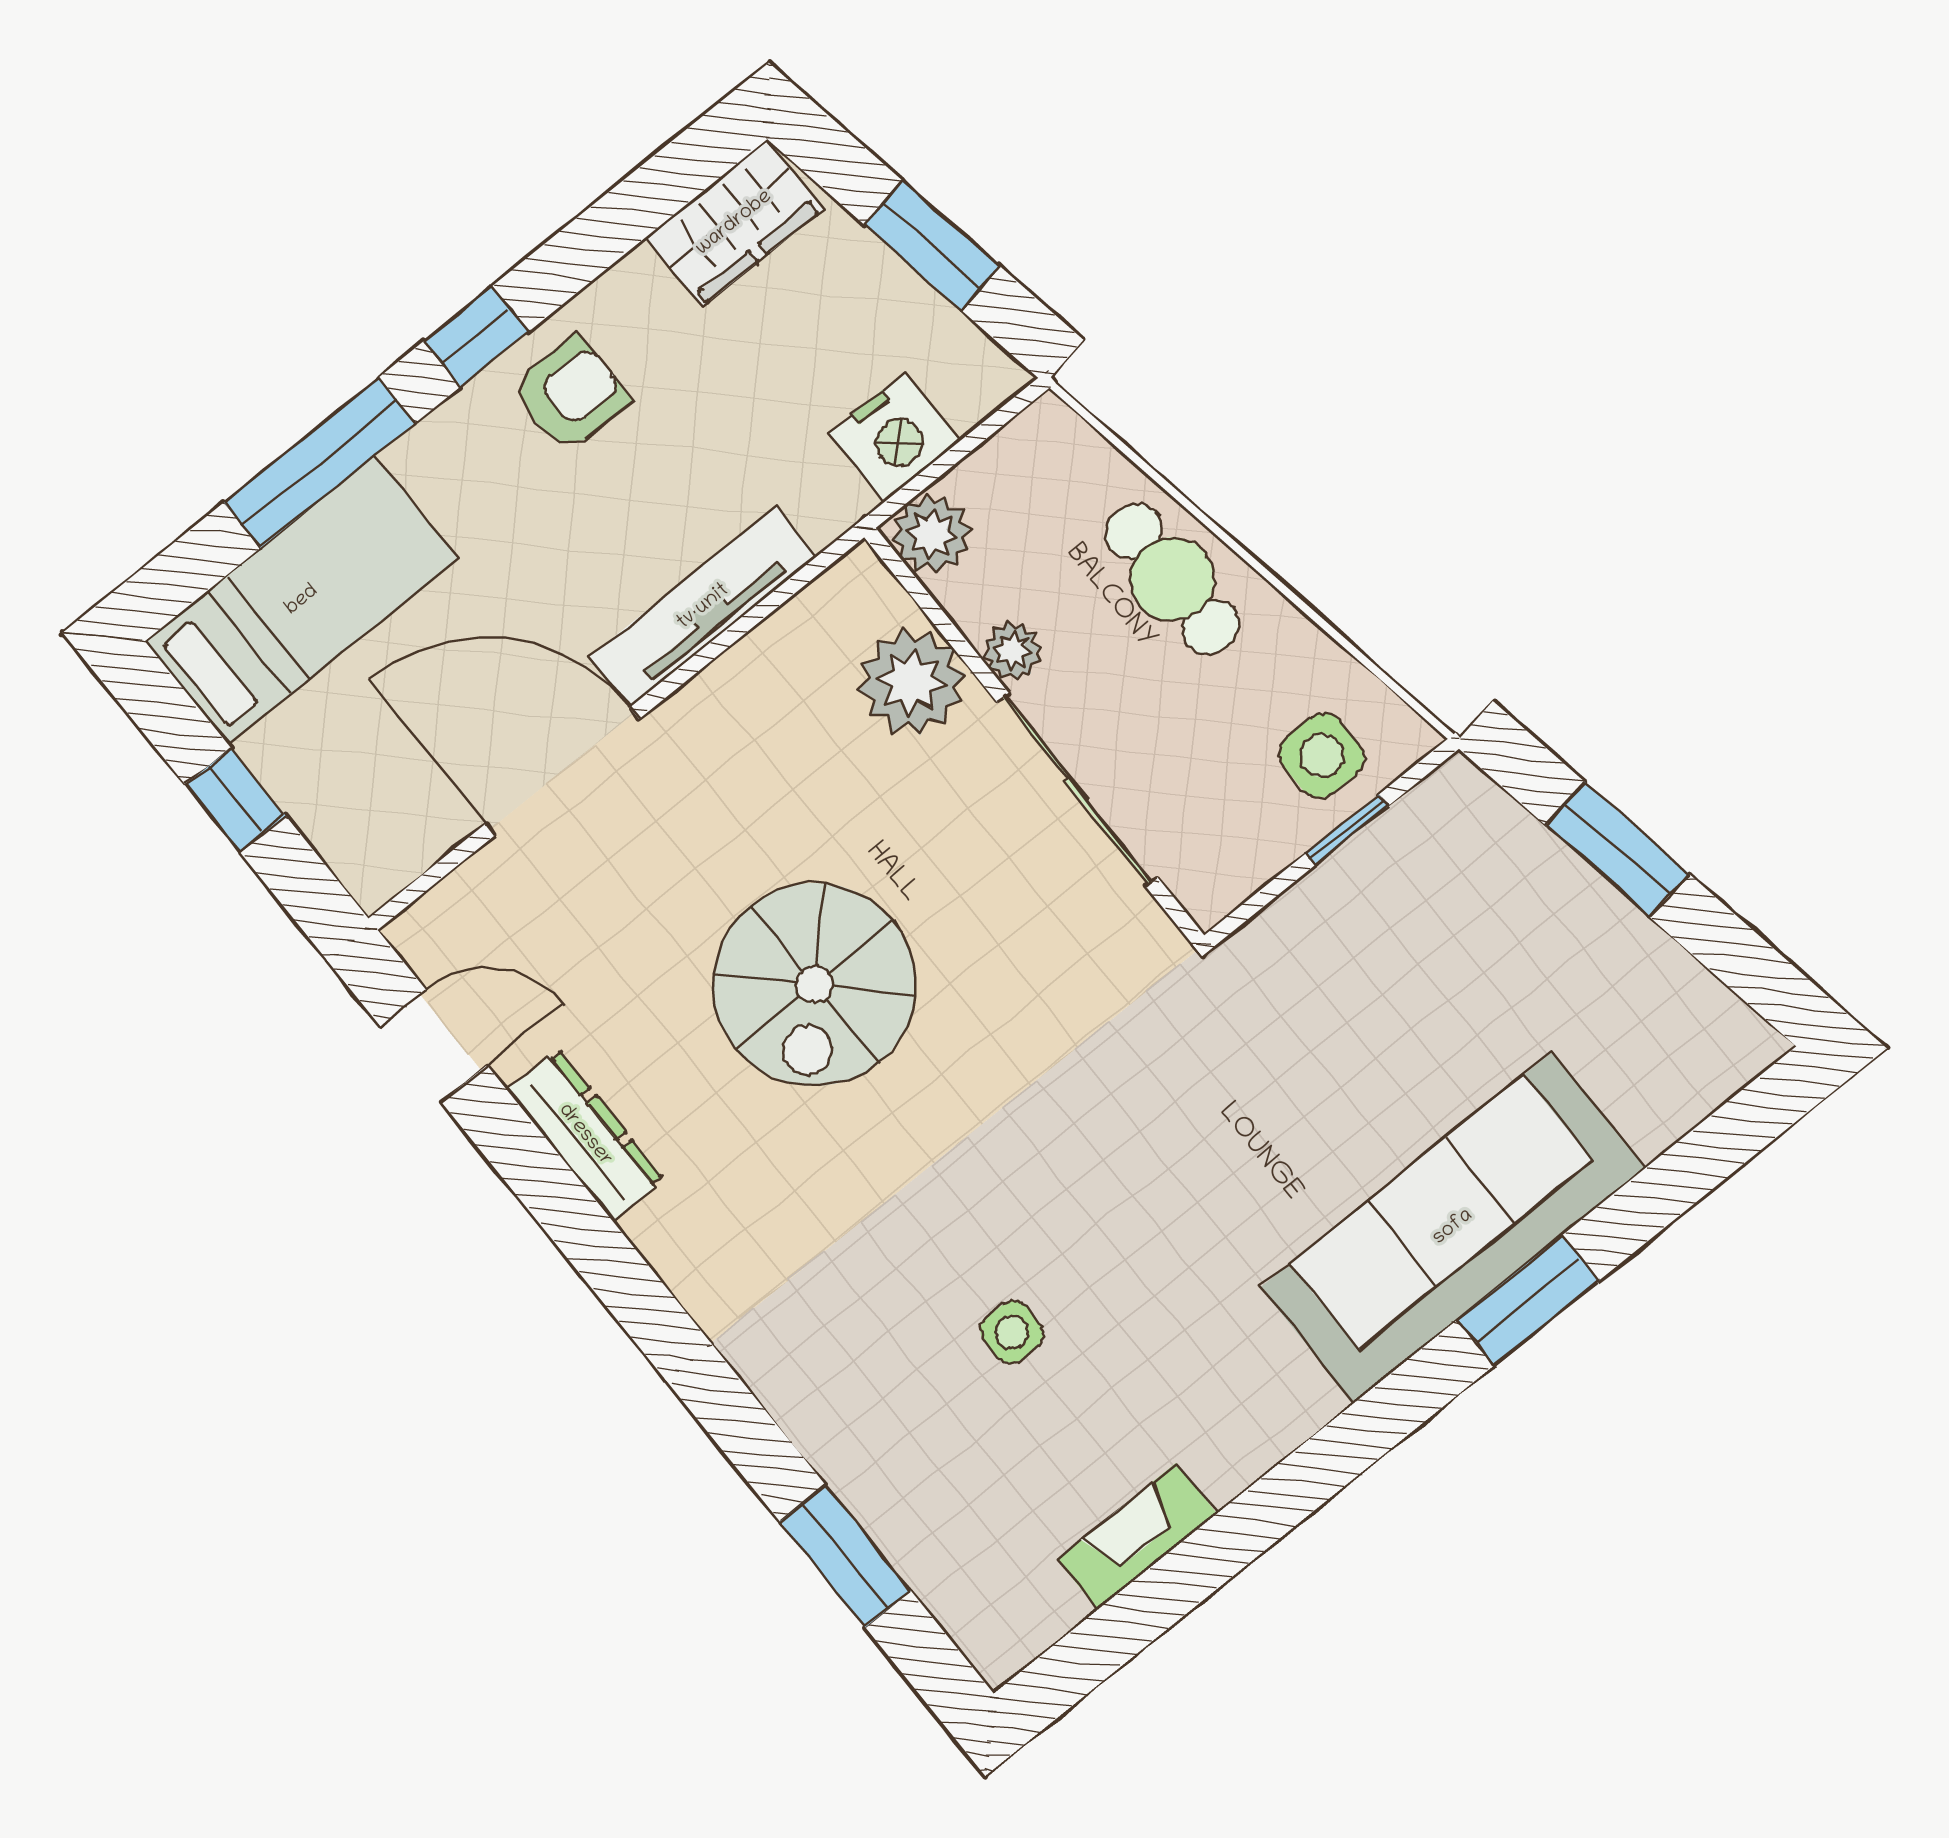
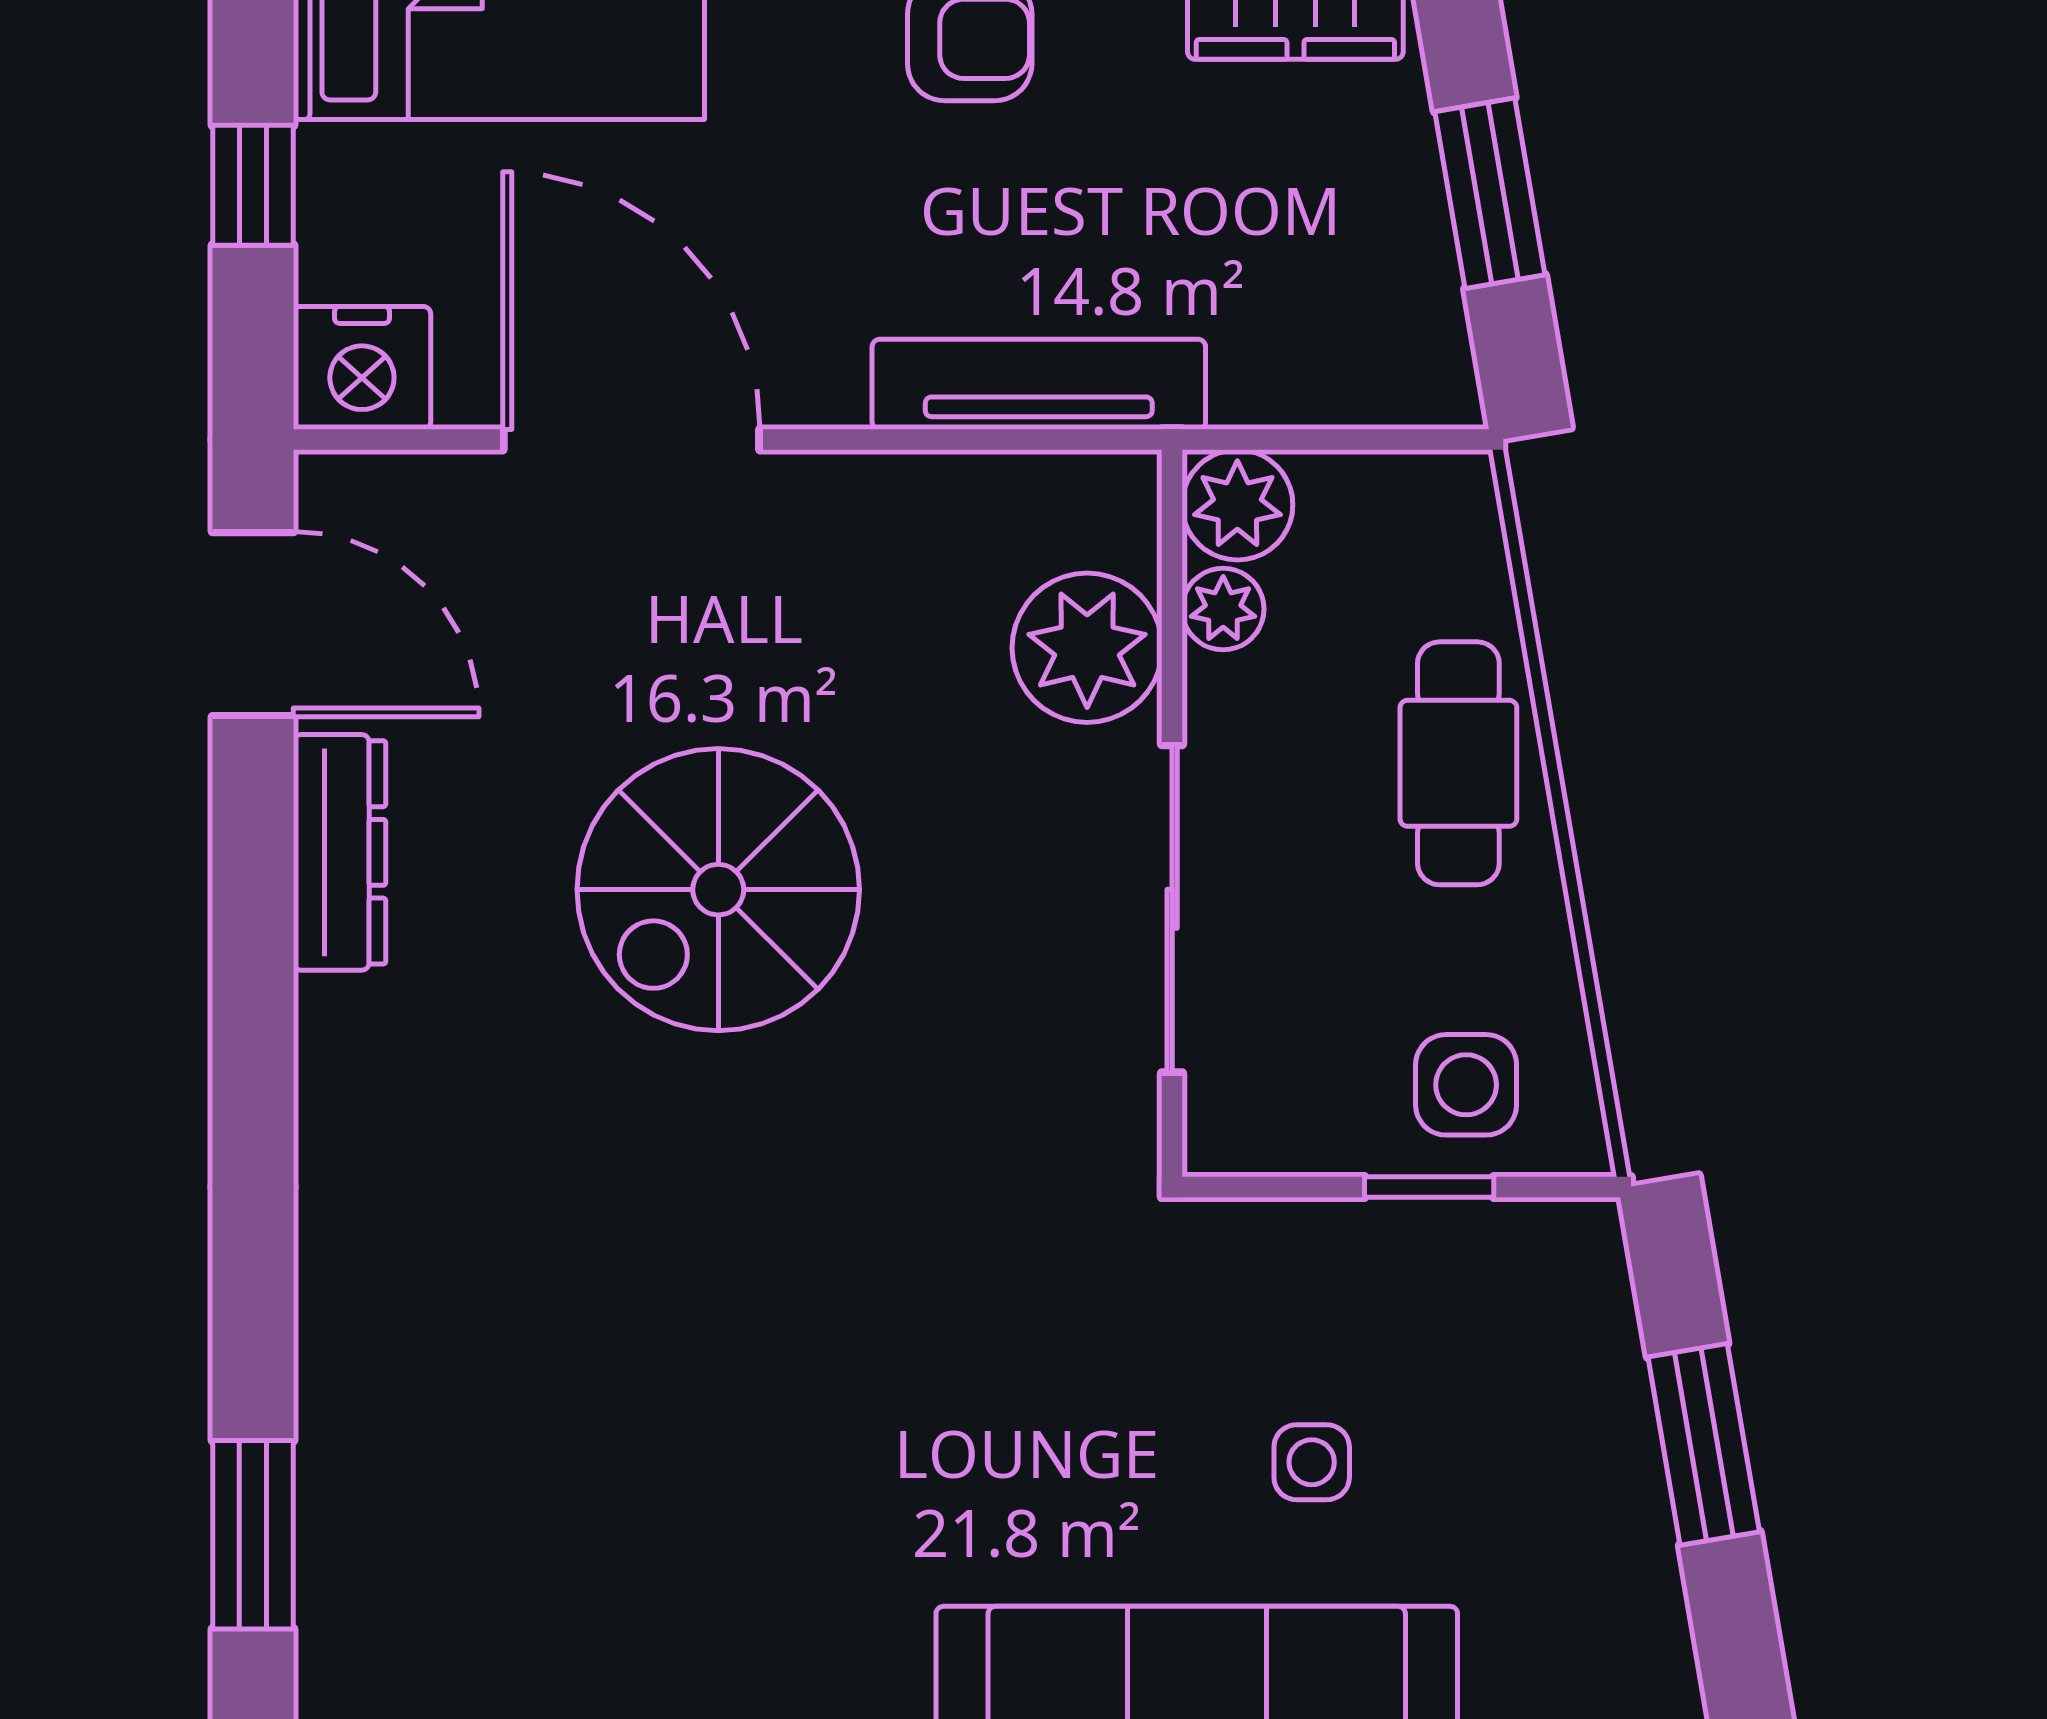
nightstand: (894, 437) -> (362, 368), moved
tv unit: (703, 607) -> (1039, 384), moved
plant: (1012, 651) -> (1223, 609), moved
door: (434, 1046) -> (253, 624), width x1.38
side table: (1012, 1332) -> (1312, 1462), moved

